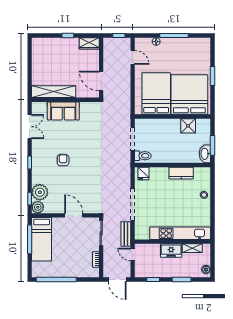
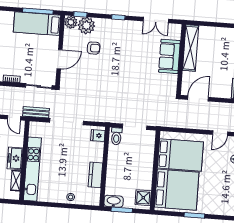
shower: (188, 126) -> (143, 198), moved
armchair: (63, 160) -> (94, 48), moved
door: (133, 254) -> (14, 118), swing flipped

